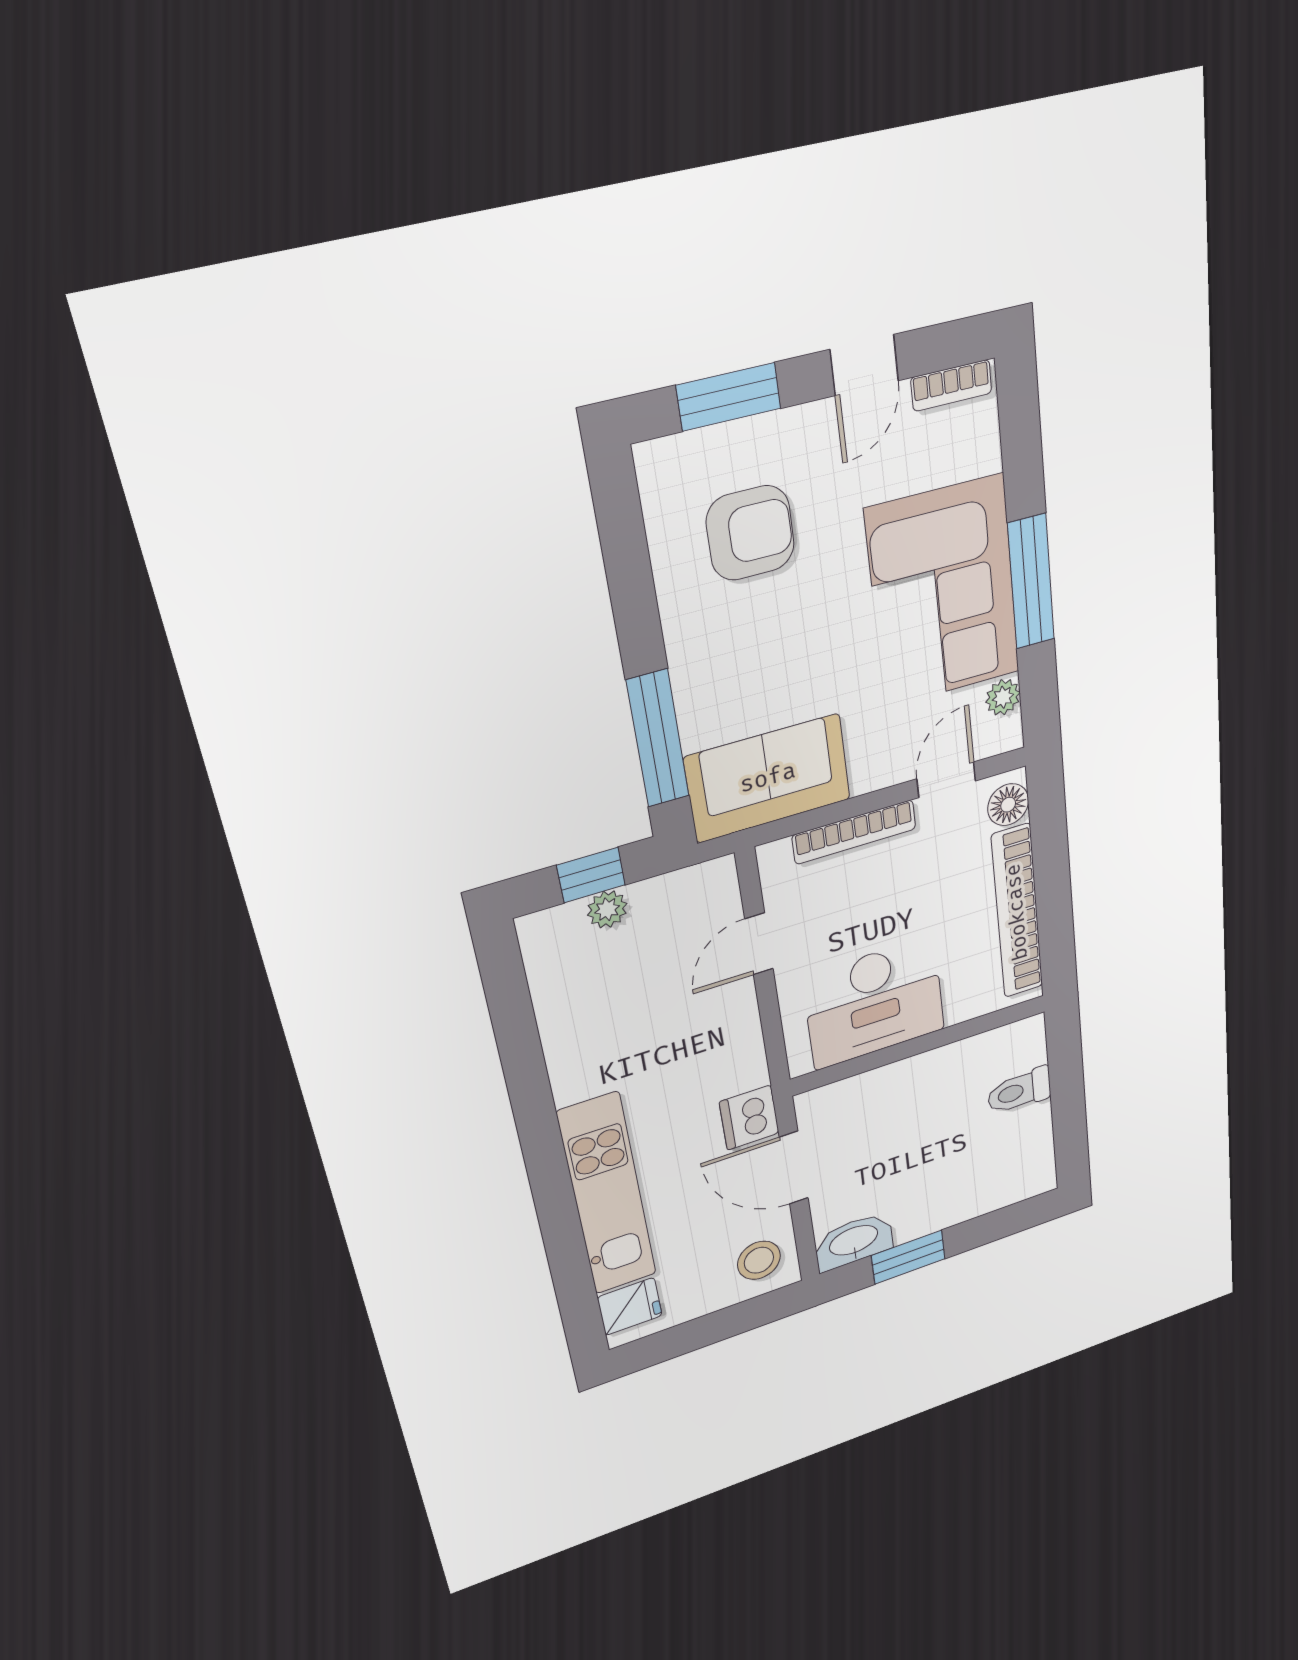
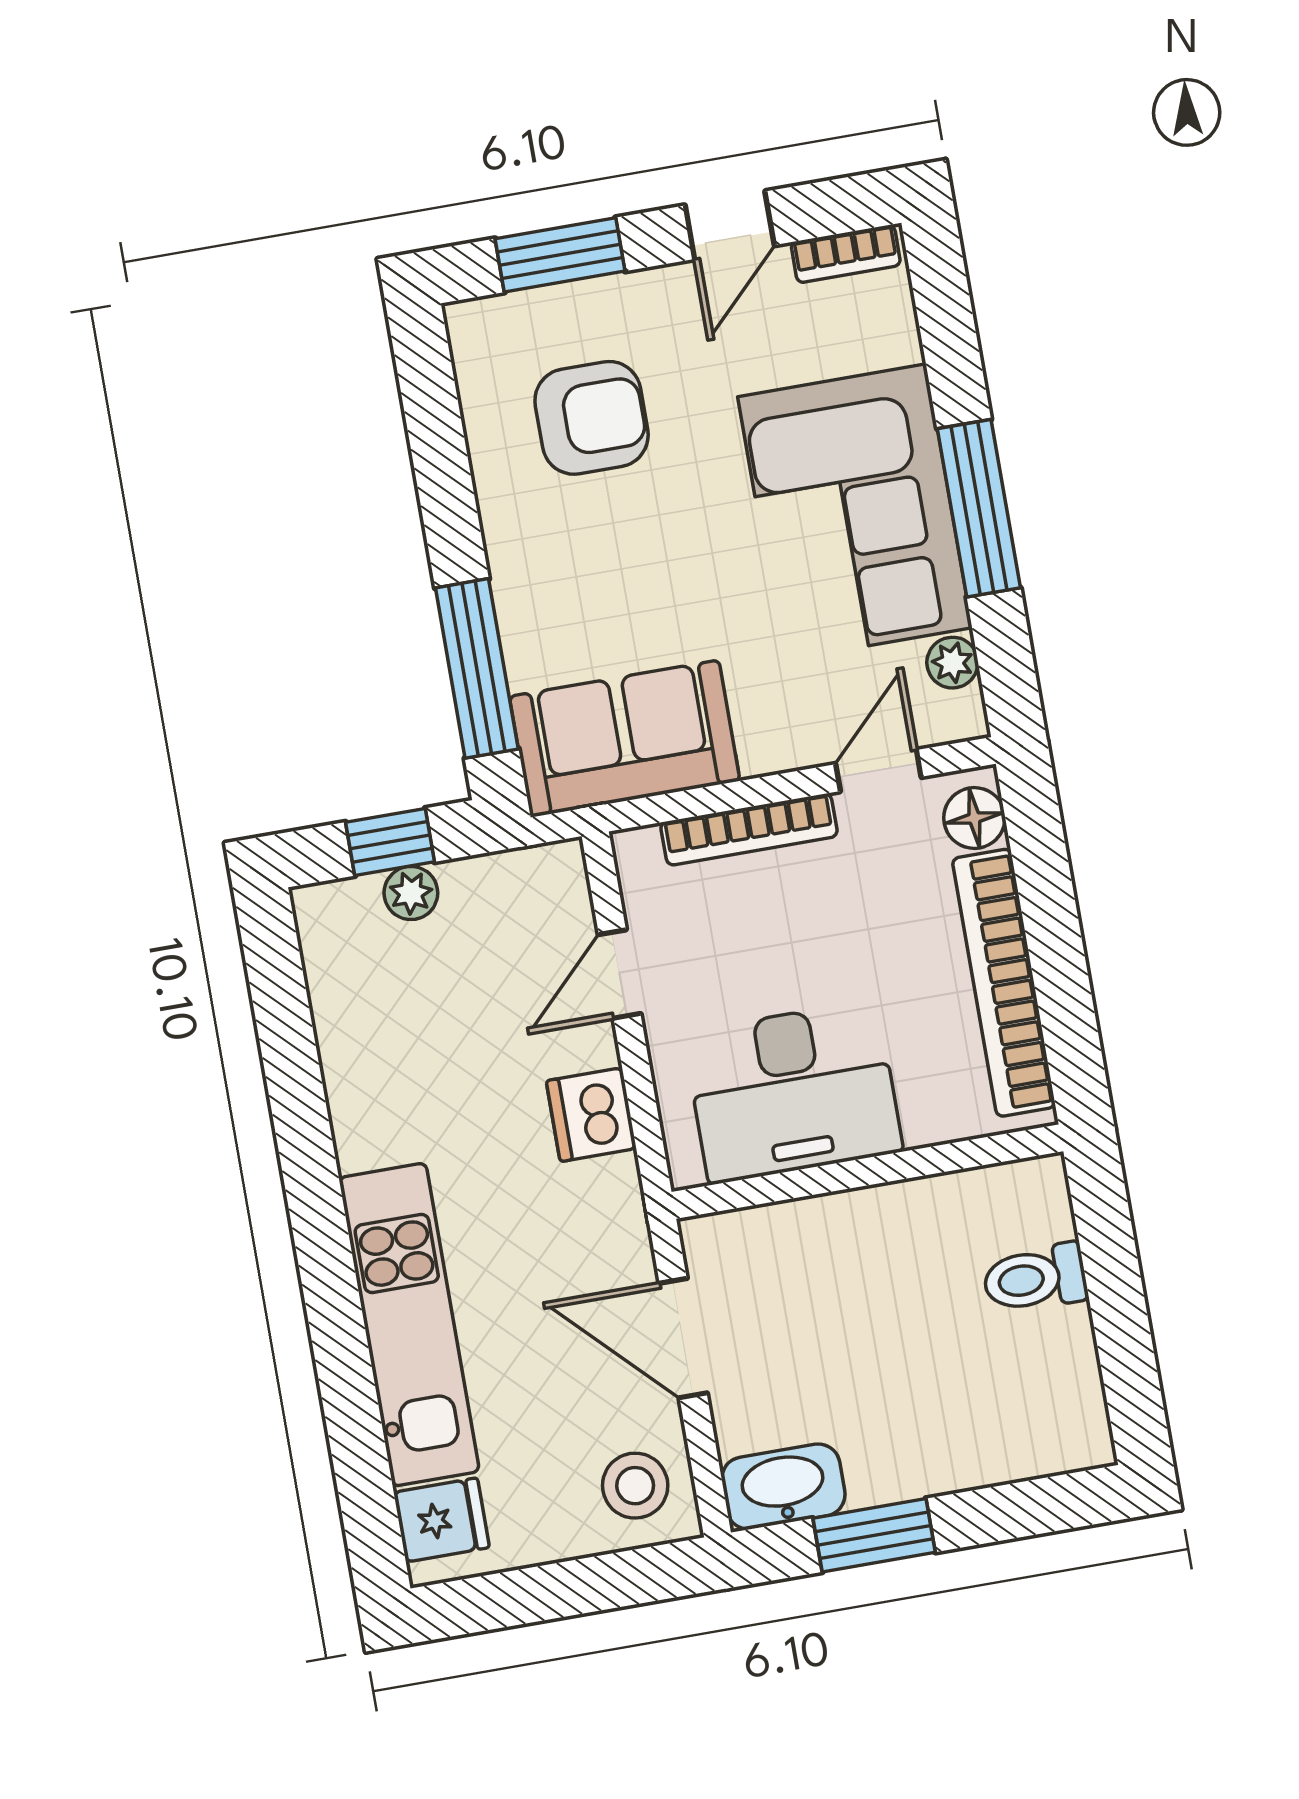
dishwasher: (749, 1117) -> (591, 1115), moved

